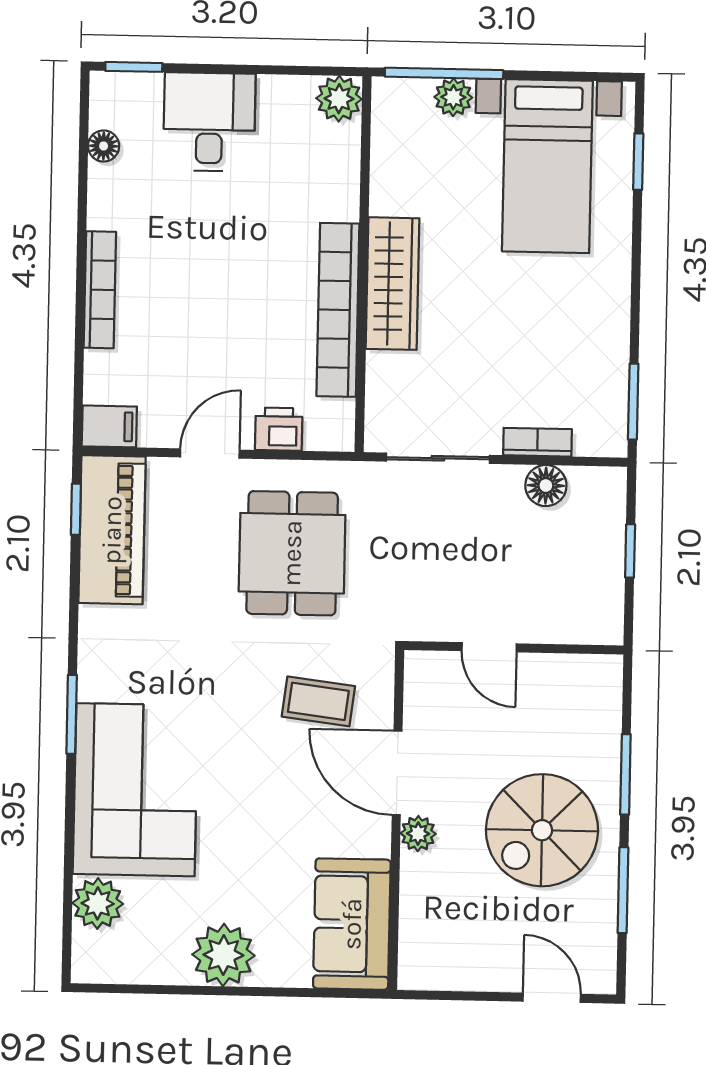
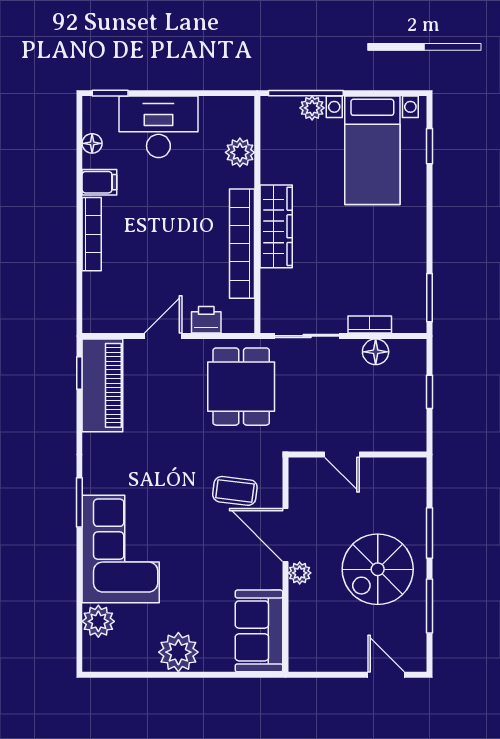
plant: (339, 99) -> (240, 152), moved
desk: (209, 122) -> (158, 127), width x1.37
filing cabinet: (109, 426) -> (99, 182), moved
dining table: (292, 553) -> (241, 387), moved

